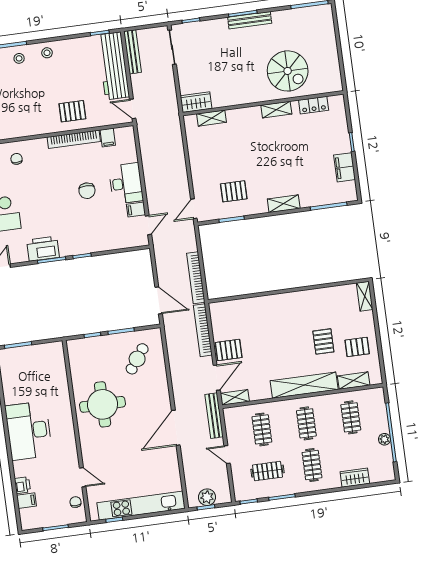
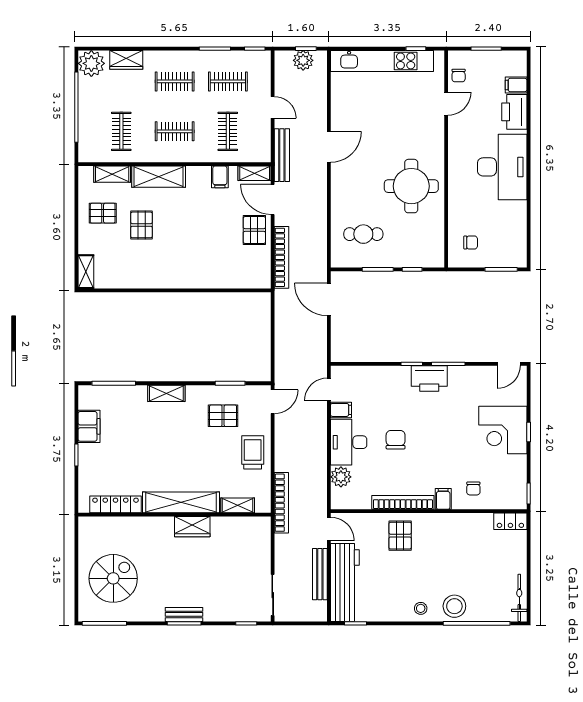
bench: (250, 20) -> (184, 614), width x0.73
bench: (133, 52) -> (320, 574), moved
stool: (19, 58) -> (454, 606), width x1.89, depth x1.89
spiral stairs: (288, 71) -> (113, 578), moved, turned 90
wardrobe: (196, 102) -> (192, 527), moved
locker: (314, 105) -> (116, 504), width x1.53
shelving: (276, 110) -> (181, 502), width x2.20, depth x1.33
pallet: (72, 111) -> (400, 536), turned 90
filing cabinet: (108, 138) -> (443, 499), moved
plant: (129, 154) -> (341, 477), added
trolley: (205, 164) -> (253, 452), added
printer: (43, 249) -> (429, 379), moved
bookcase: (196, 278) -> (281, 503), moved
pallet: (229, 350) -> (254, 230), turned 90
cafe table: (137, 359) -> (363, 234), turned 54
chair: (47, 364) -> (471, 242), added
door: (217, 378) -> (273, 199), hinge flipped
shelving: (304, 385) -> (159, 177), width x0.68
filing cabinet: (263, 390) -> (220, 177), added
clothes rail: (306, 423) -> (175, 131), turned 90
door: (176, 428) -> (329, 147), width x0.73
plant: (384, 439) -> (91, 63), moved, width x1.88, depth x1.88
clothes rail: (312, 465) -> (175, 81), turned 90
door: (83, 477) -> (446, 104), swing flipped
printer: (22, 485) -> (514, 112), width x1.87, depth x1.48

